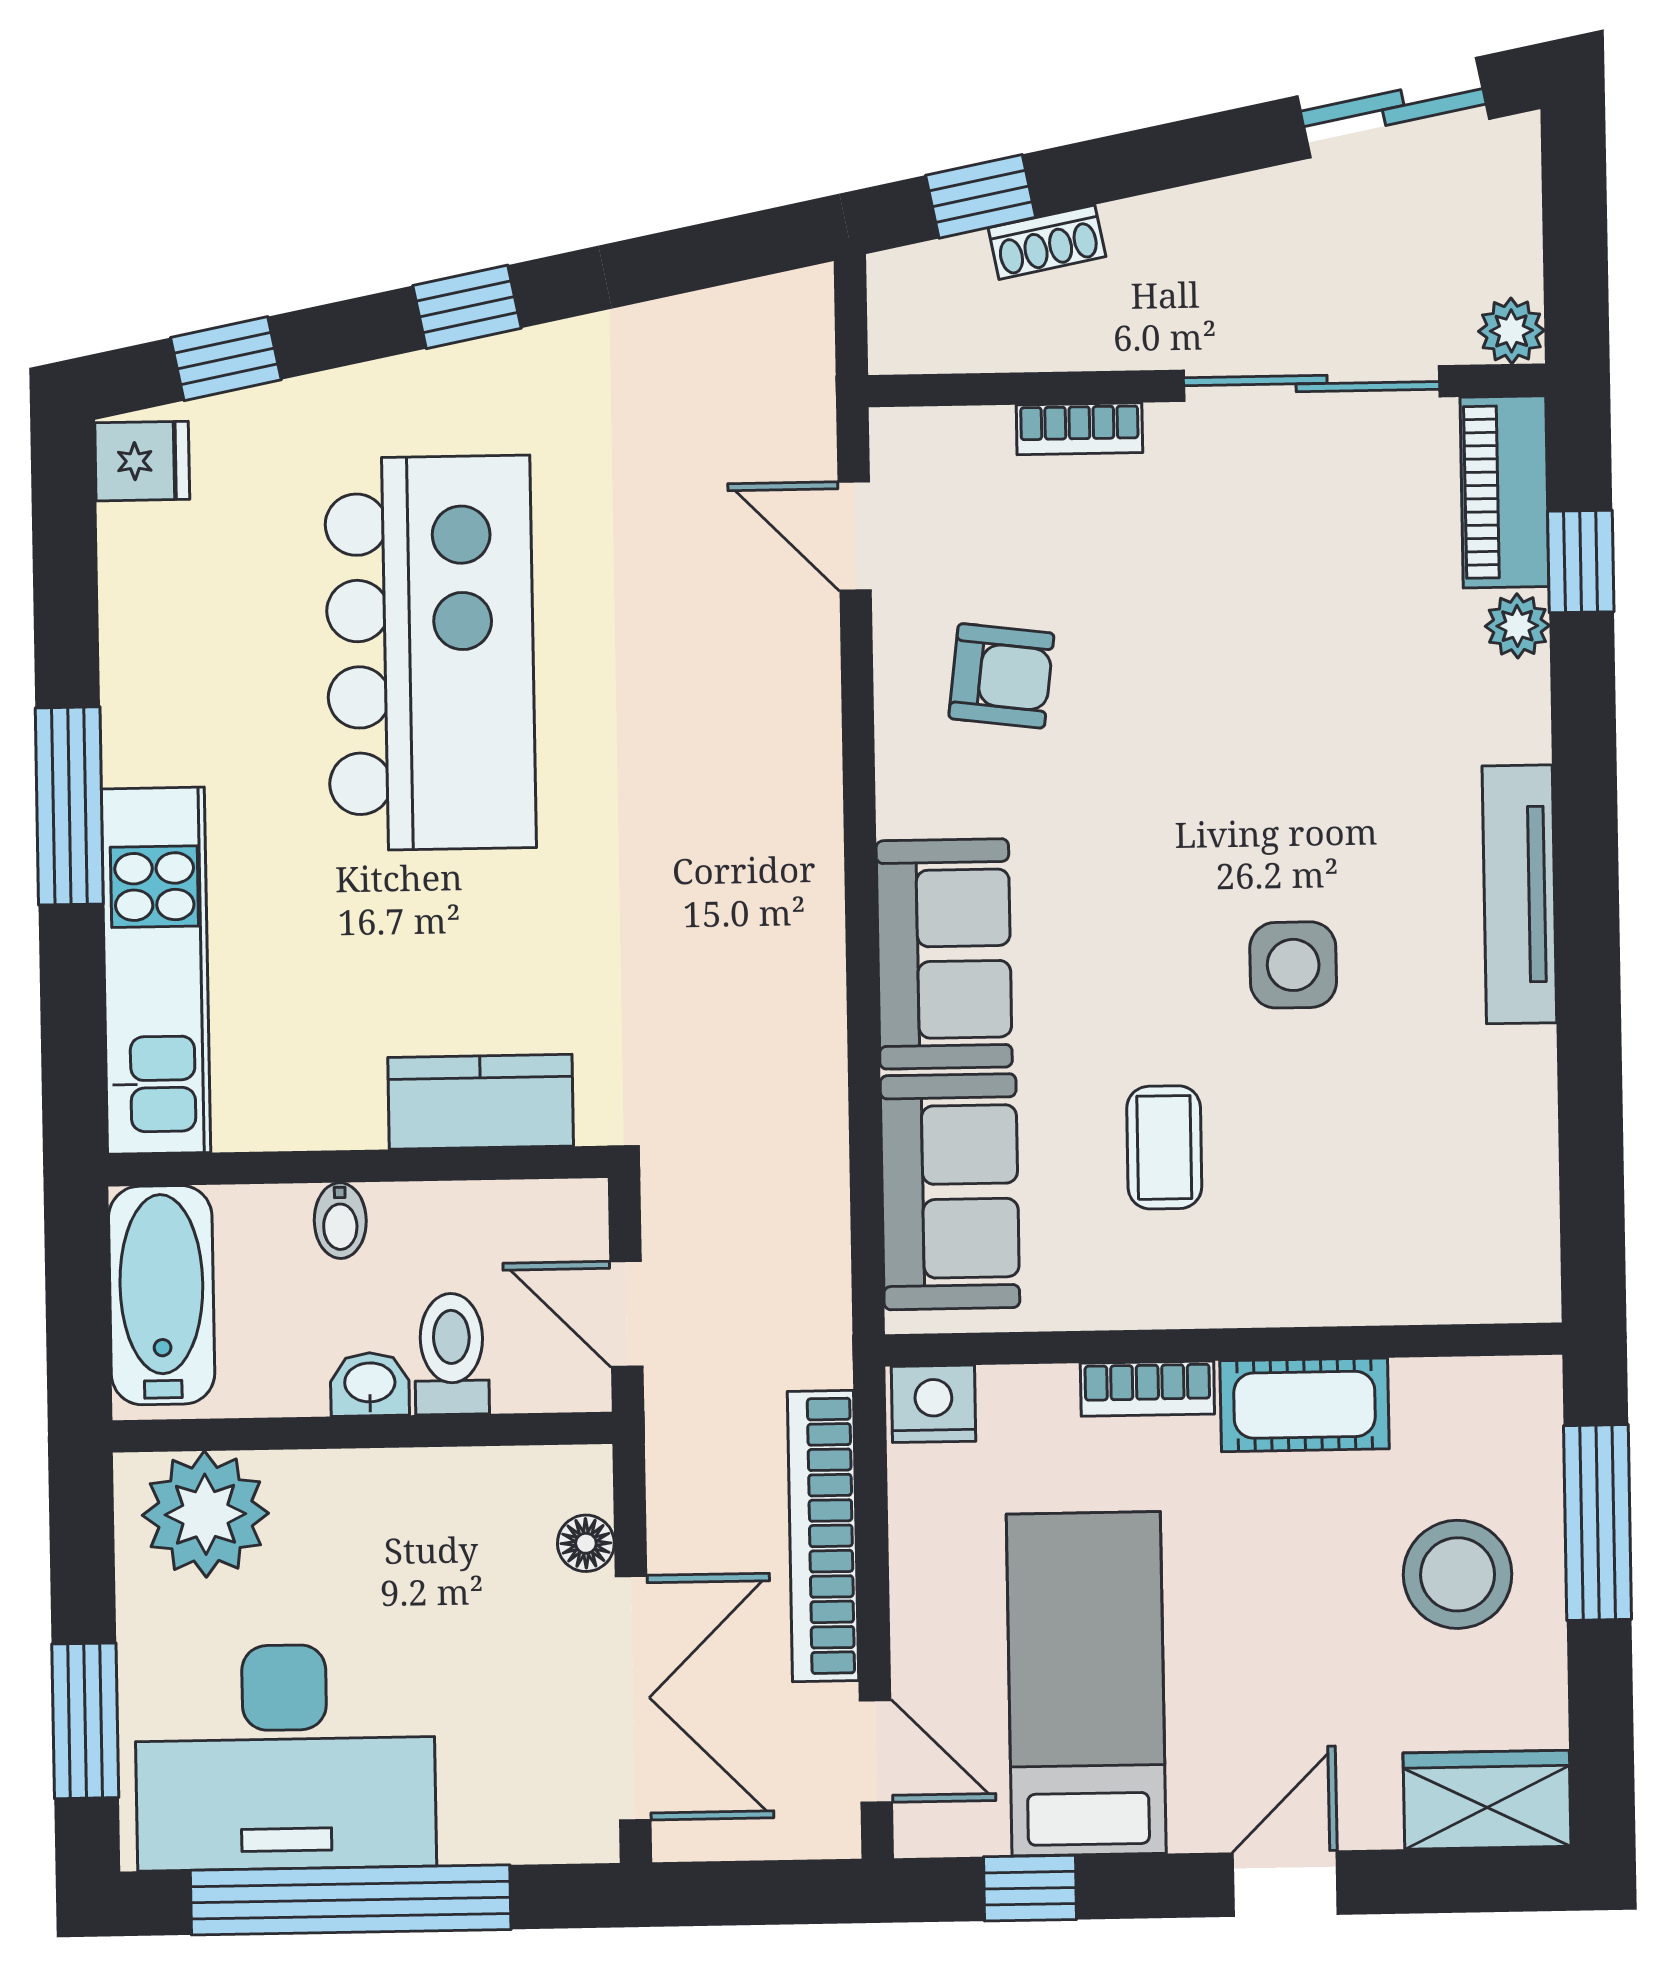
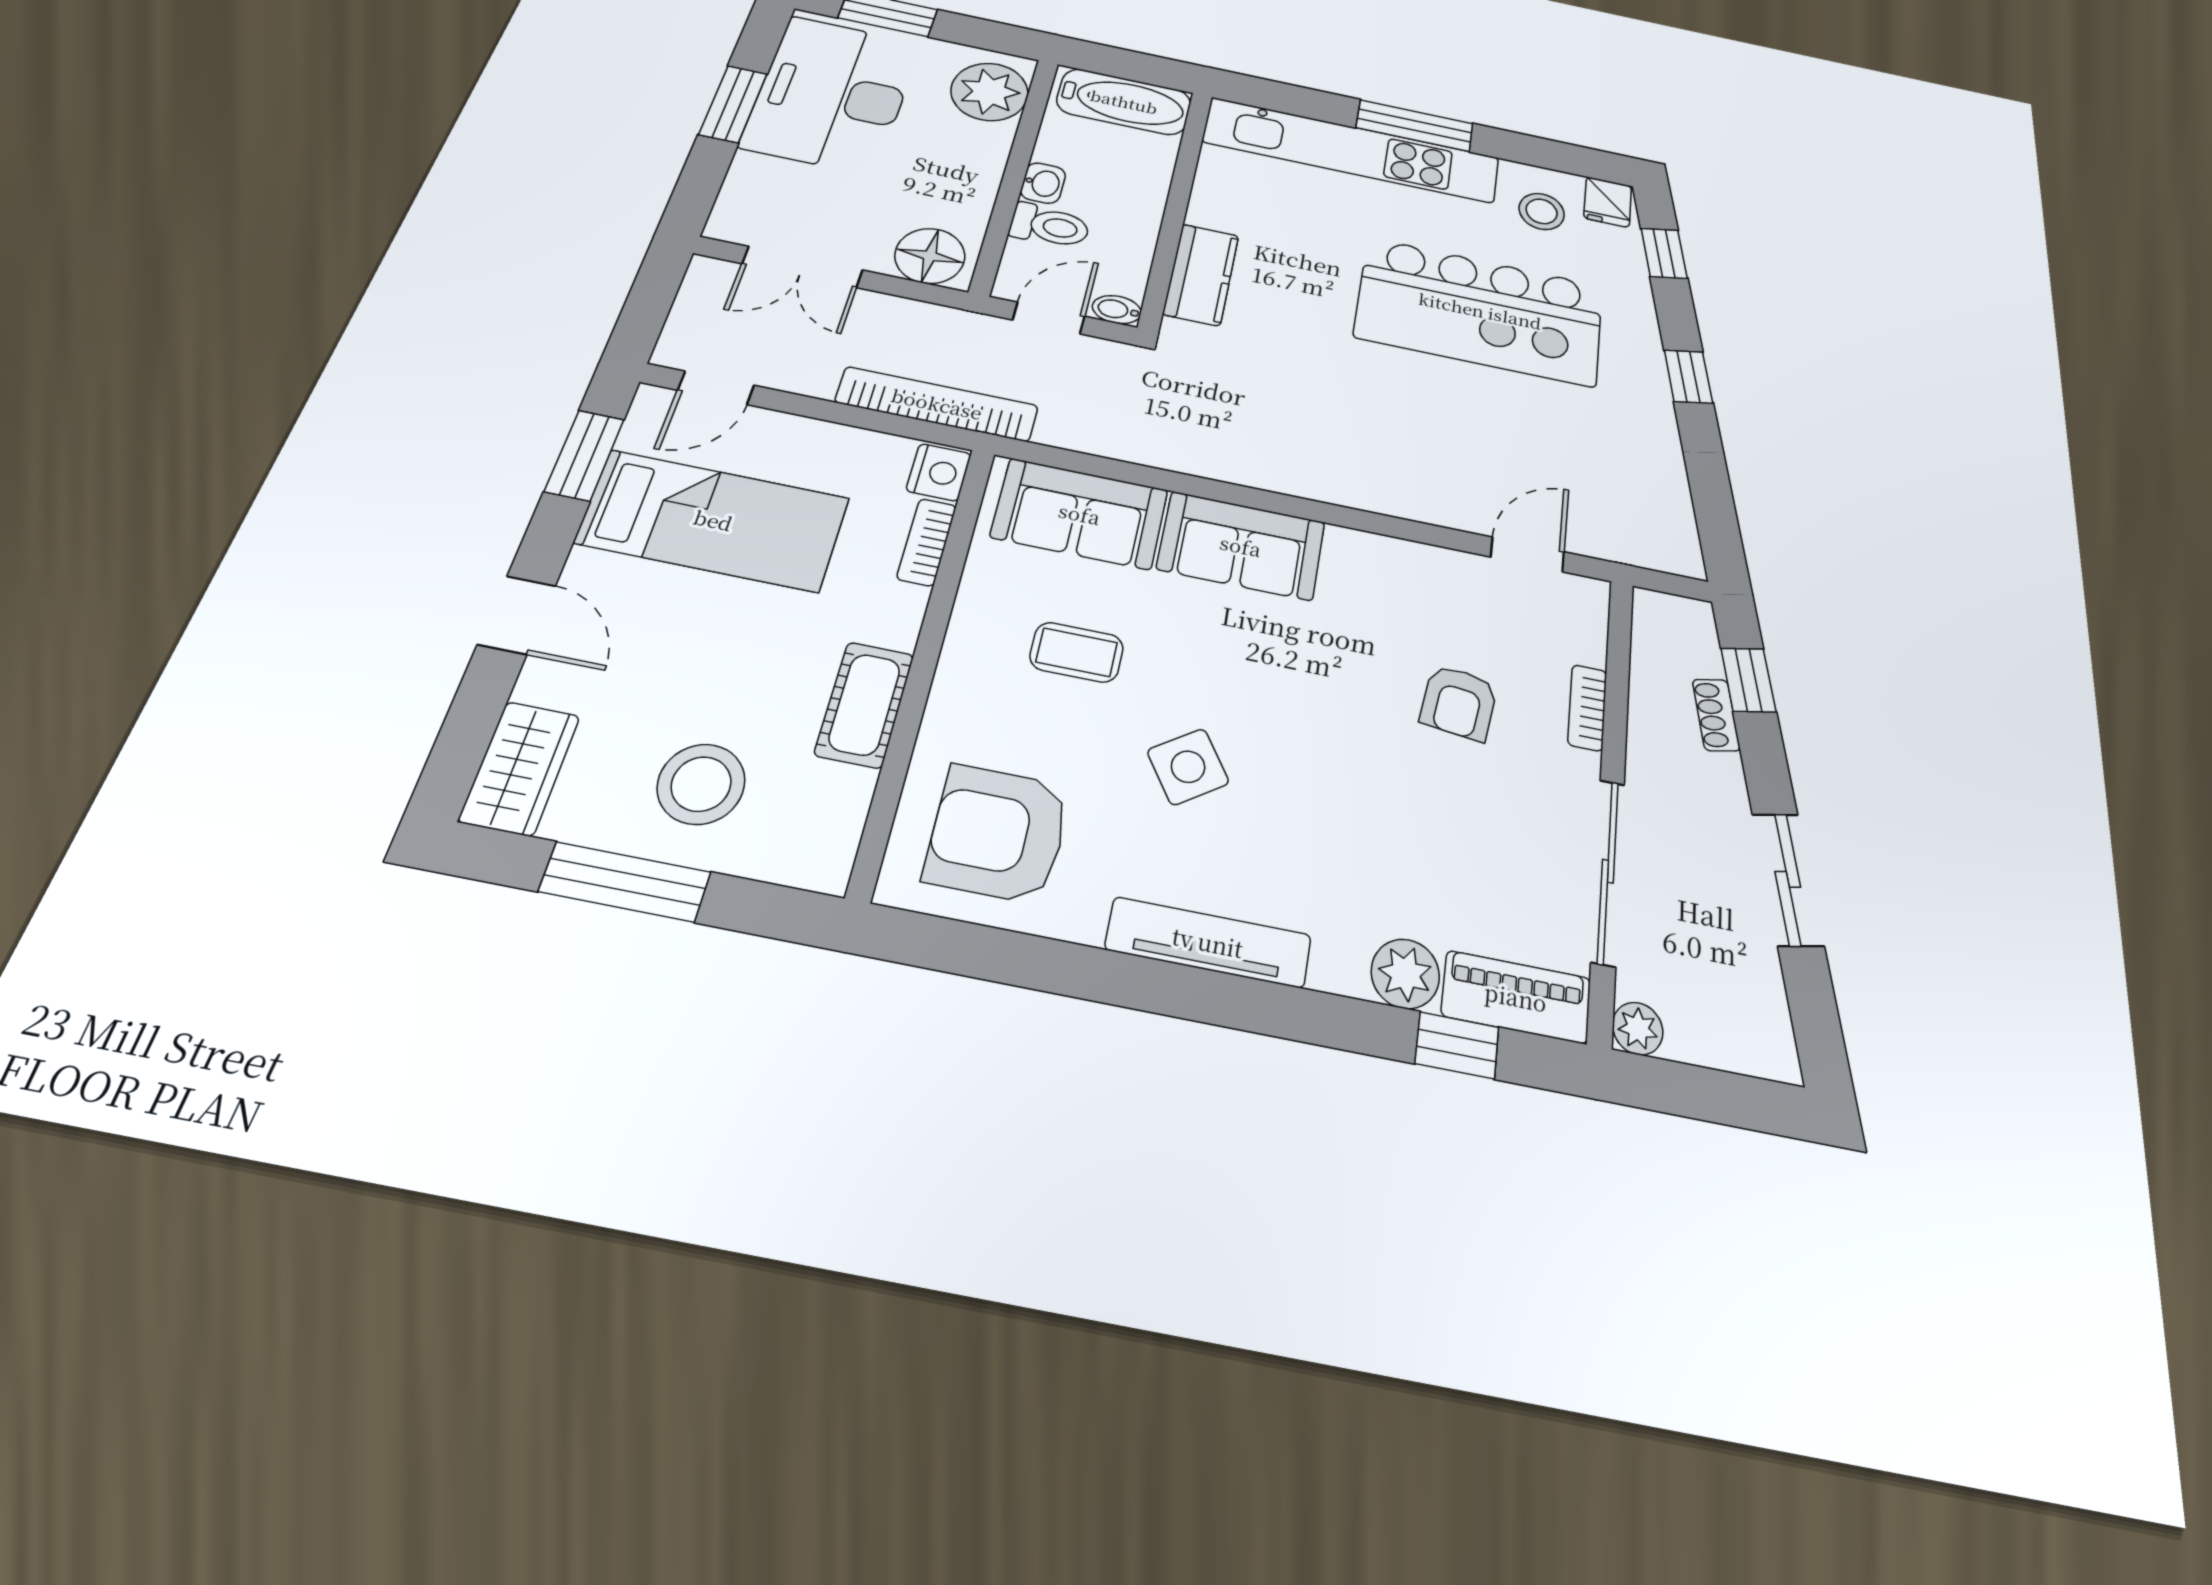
sliding door: (1393, 108) -> (1788, 879), moved
stool: (195, 572) -> (1542, 211), added
plant: (1517, 626) -> (1405, 974), width x1.38, depth x1.38
armchair: (1001, 676) -> (1459, 702), moved
side table: (1293, 965) -> (1188, 767), turned -34
kitchen unit: (156, 971) -> (1352, 150), width x1.36
armchair: (1438, 1189) -> (998, 834), added
bidet: (340, 1221) -> (1117, 310), moved
bookcase: (1147, 1389) -> (927, 542), moved
window: (1598, 1522) -> (625, 882), moved
bookcase: (823, 1536) -> (937, 404), moved
floor lamp: (586, 1543) -> (930, 256), width x1.89, depth x1.89
double door: (633, 1698) -> (802, 267), width x0.73
window: (1030, 1888) -> (584, 455), width x1.50
window: (351, 1900) -> (733, 104), width x0.47

